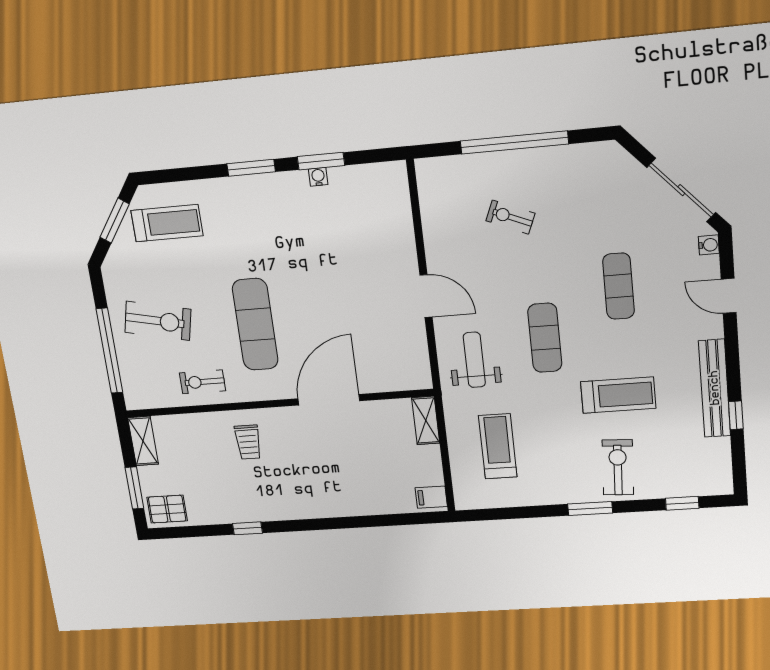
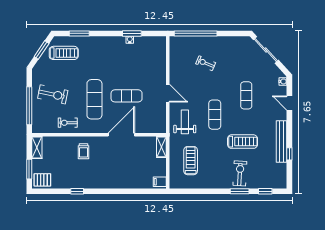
window: (514, 142) -> (196, 33), moved
window: (251, 168) -> (79, 33), moved
sliding door: (681, 190) -> (266, 50), moved
exercise mat: (329, 311) -> (127, 96), added
window: (590, 509) -> (240, 191), moved

